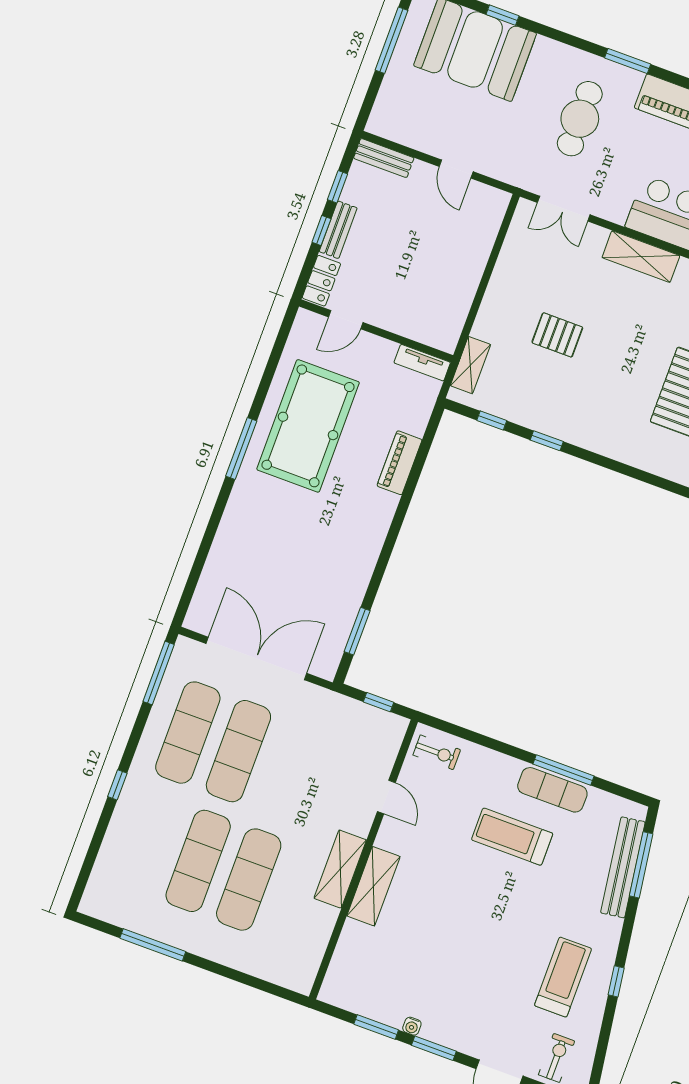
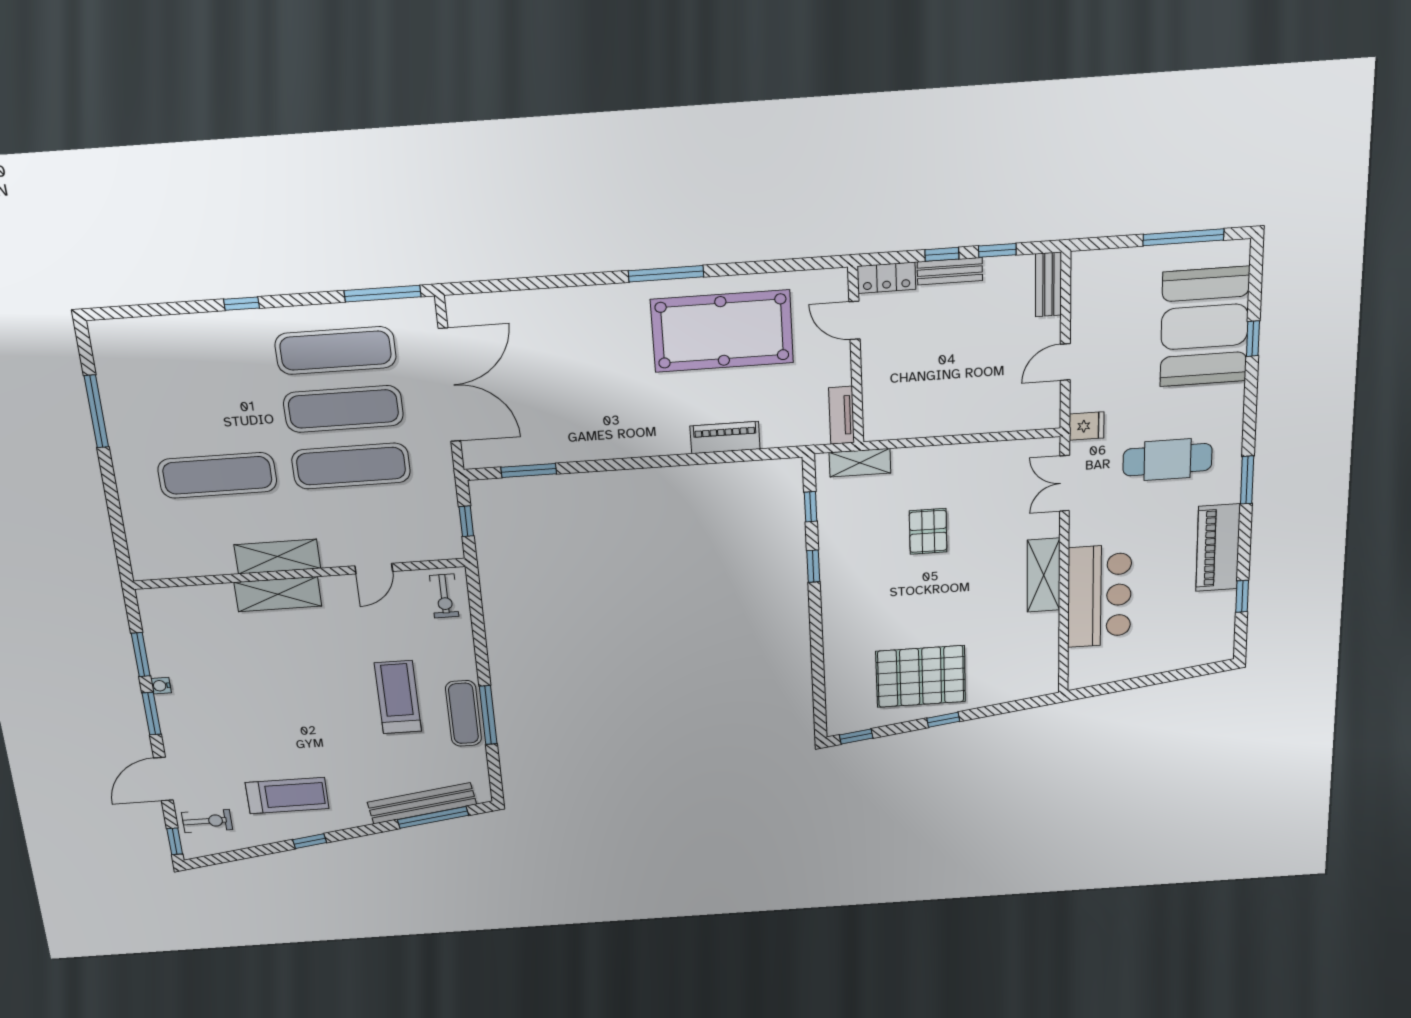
fridge: (520, 173) -> (1086, 426), added
exercise mat: (198, 861) -> (351, 466), moved

